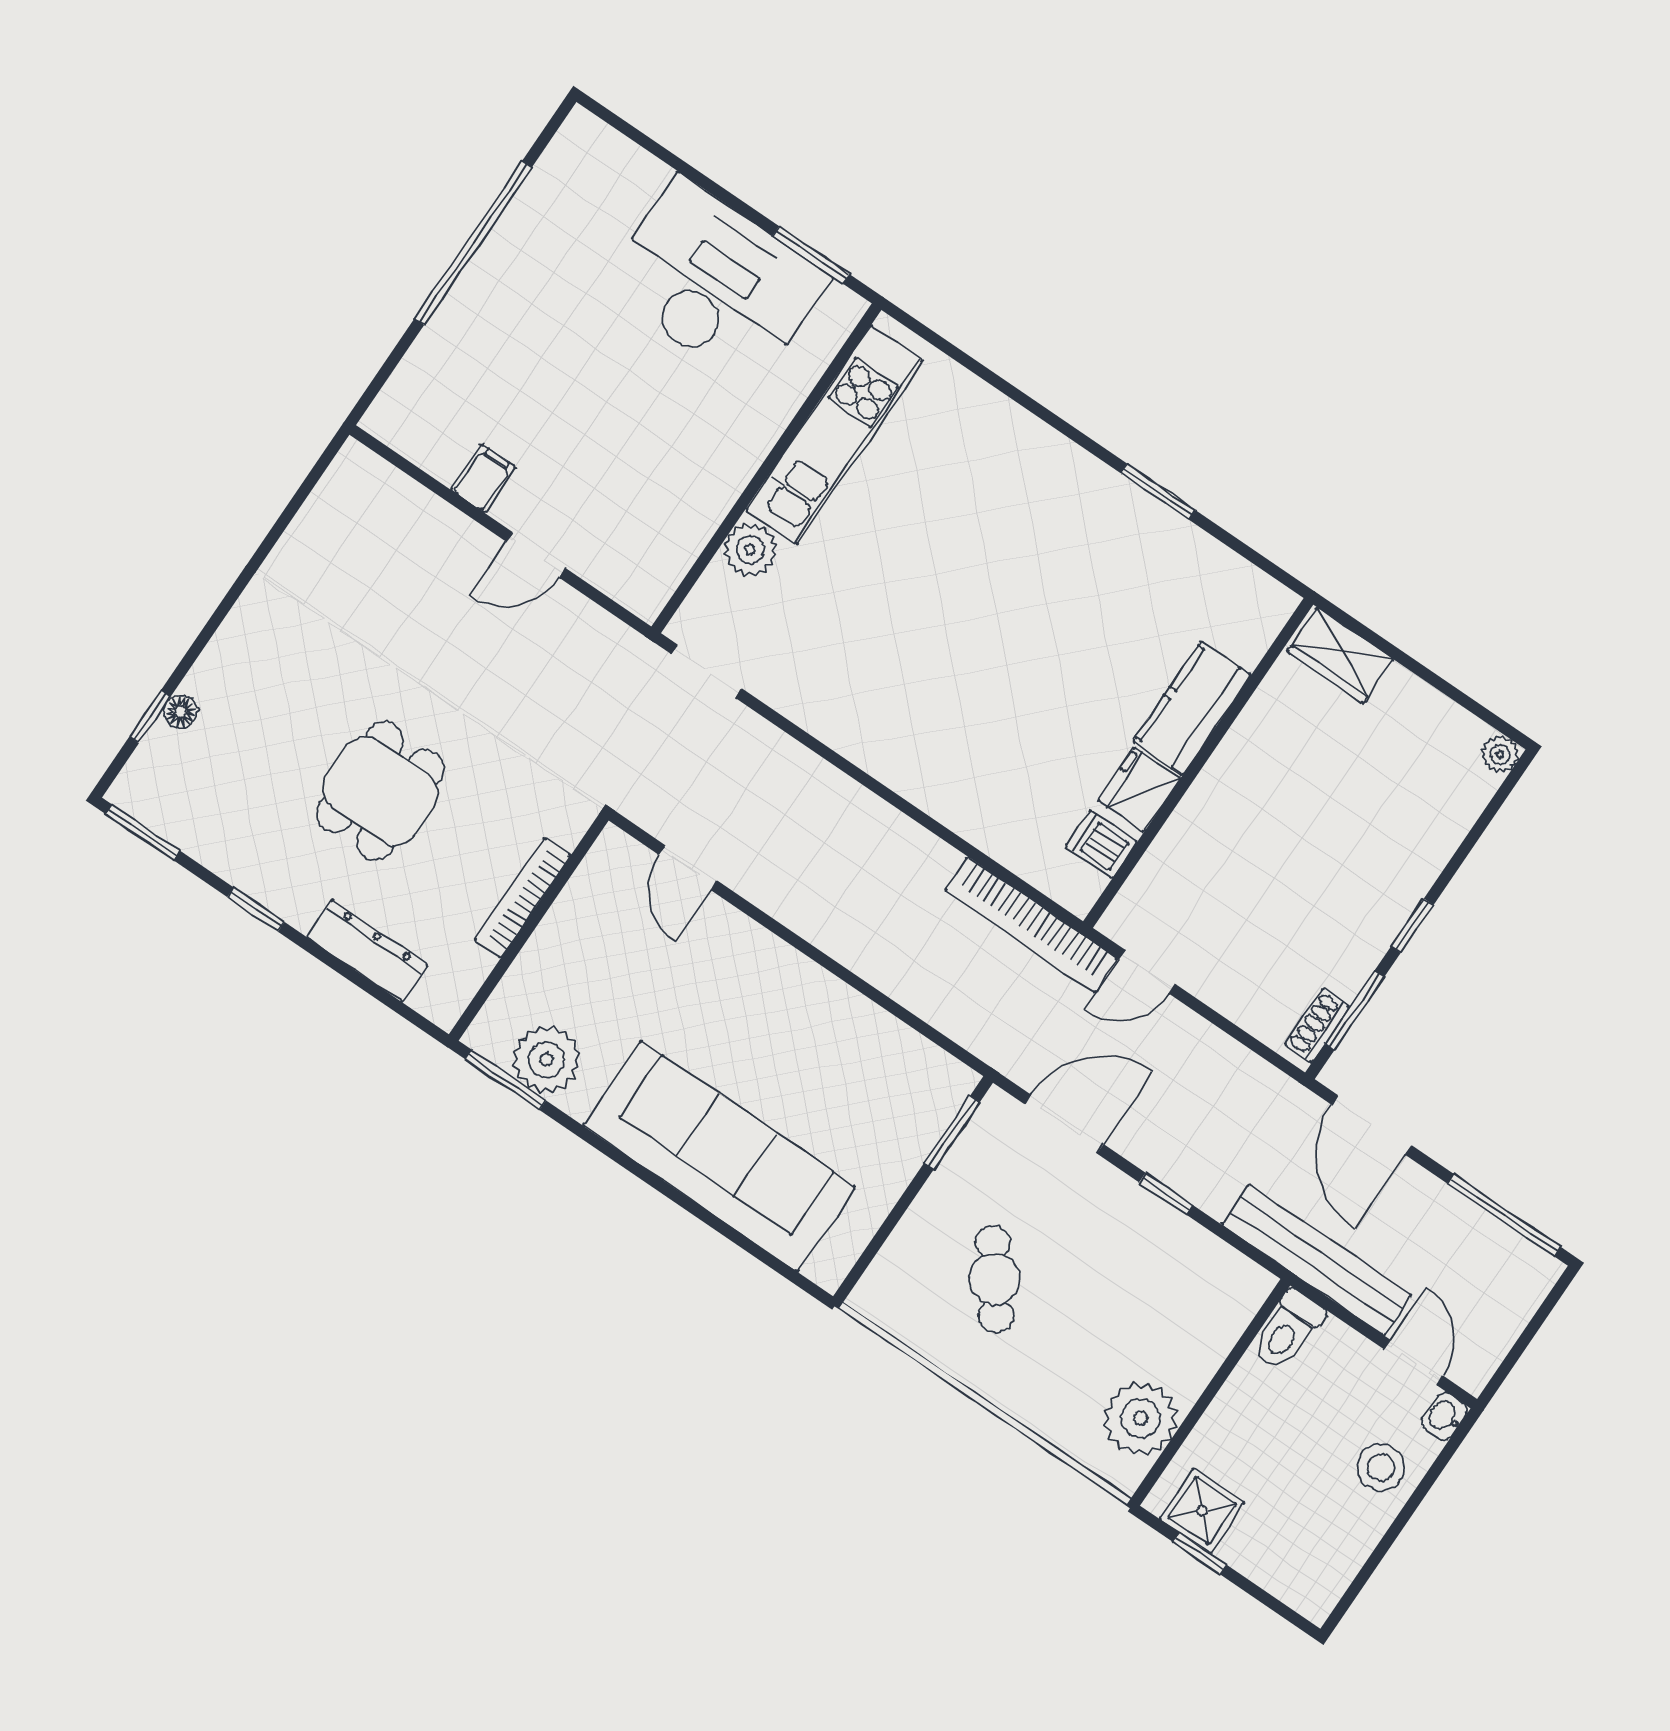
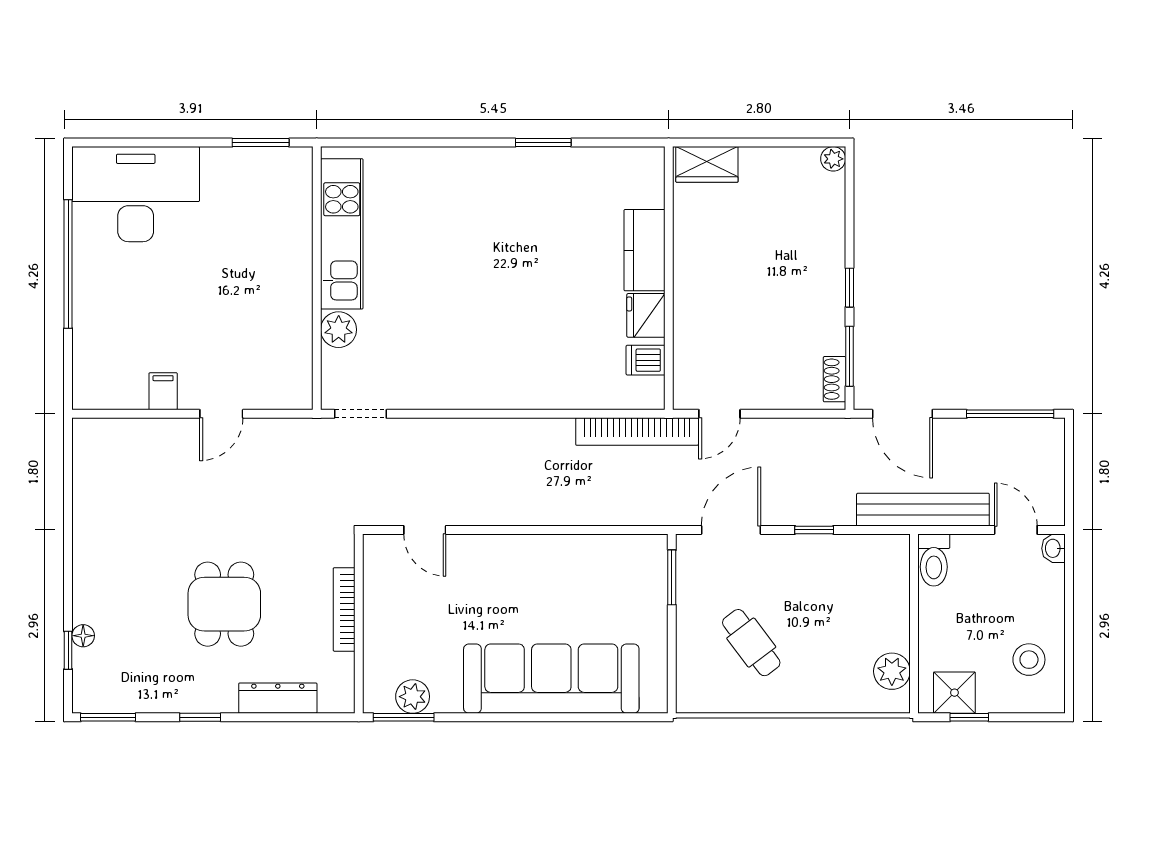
desk: (715, 282) -> (136, 194), moved
plant: (547, 1060) -> (413, 697), width x0.73, depth x0.73
plant: (1141, 1418) -> (892, 671), width x0.73, depth x0.73
stool: (1381, 1467) -> (1029, 660), moved

